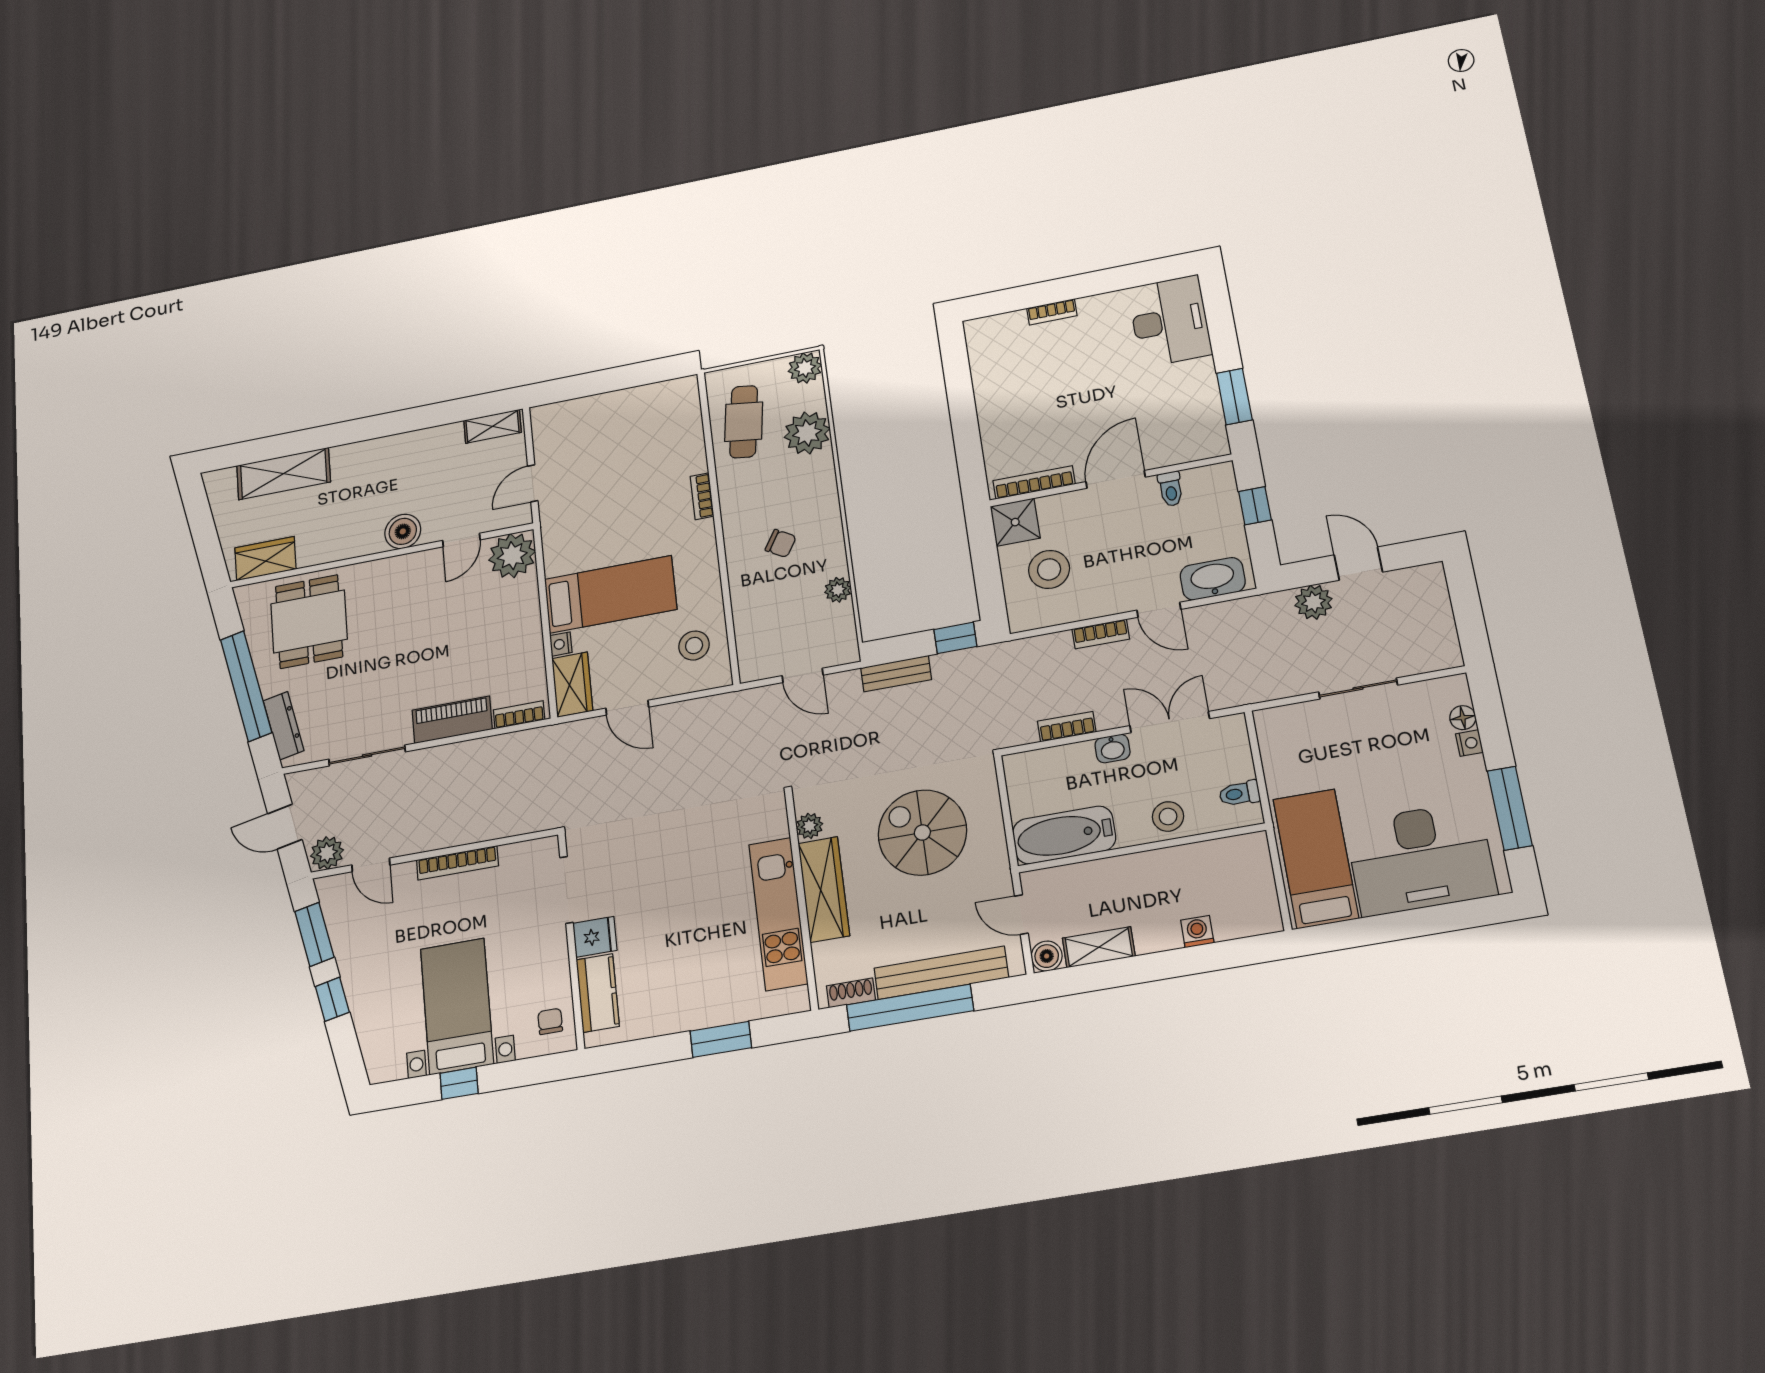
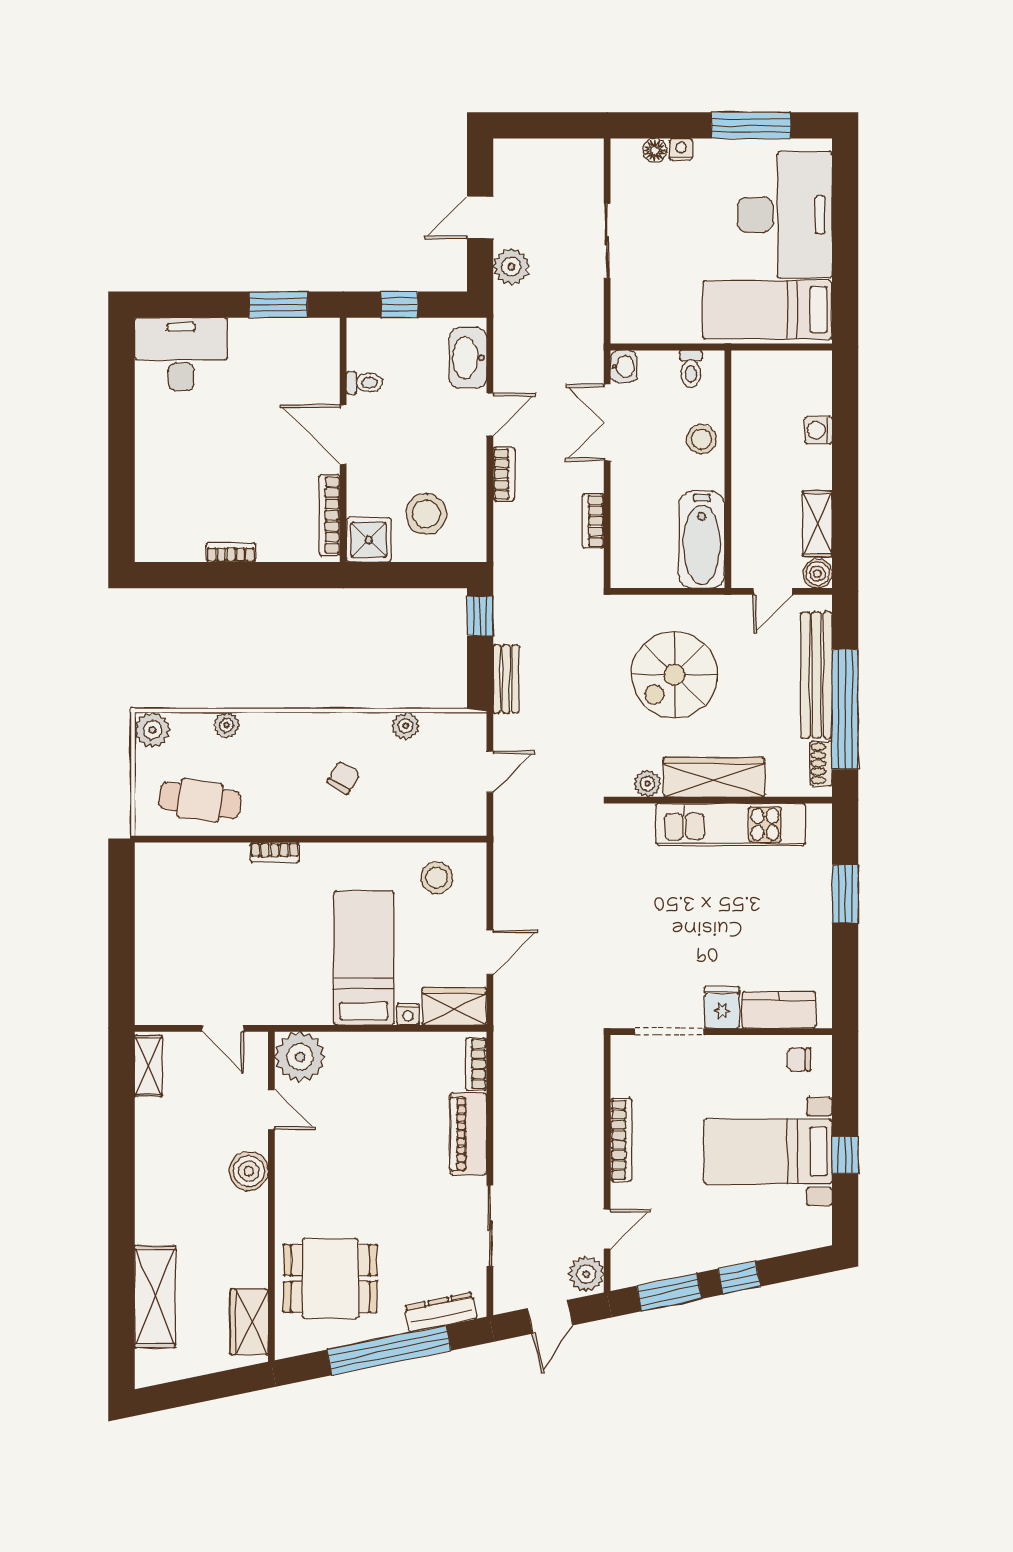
bookcase: (1052, 312) -> (231, 552), moved, turned -90
plant: (807, 433) -> (227, 725), width x0.53, depth x0.53
washbasin: (1113, 749) -> (624, 366), moved

